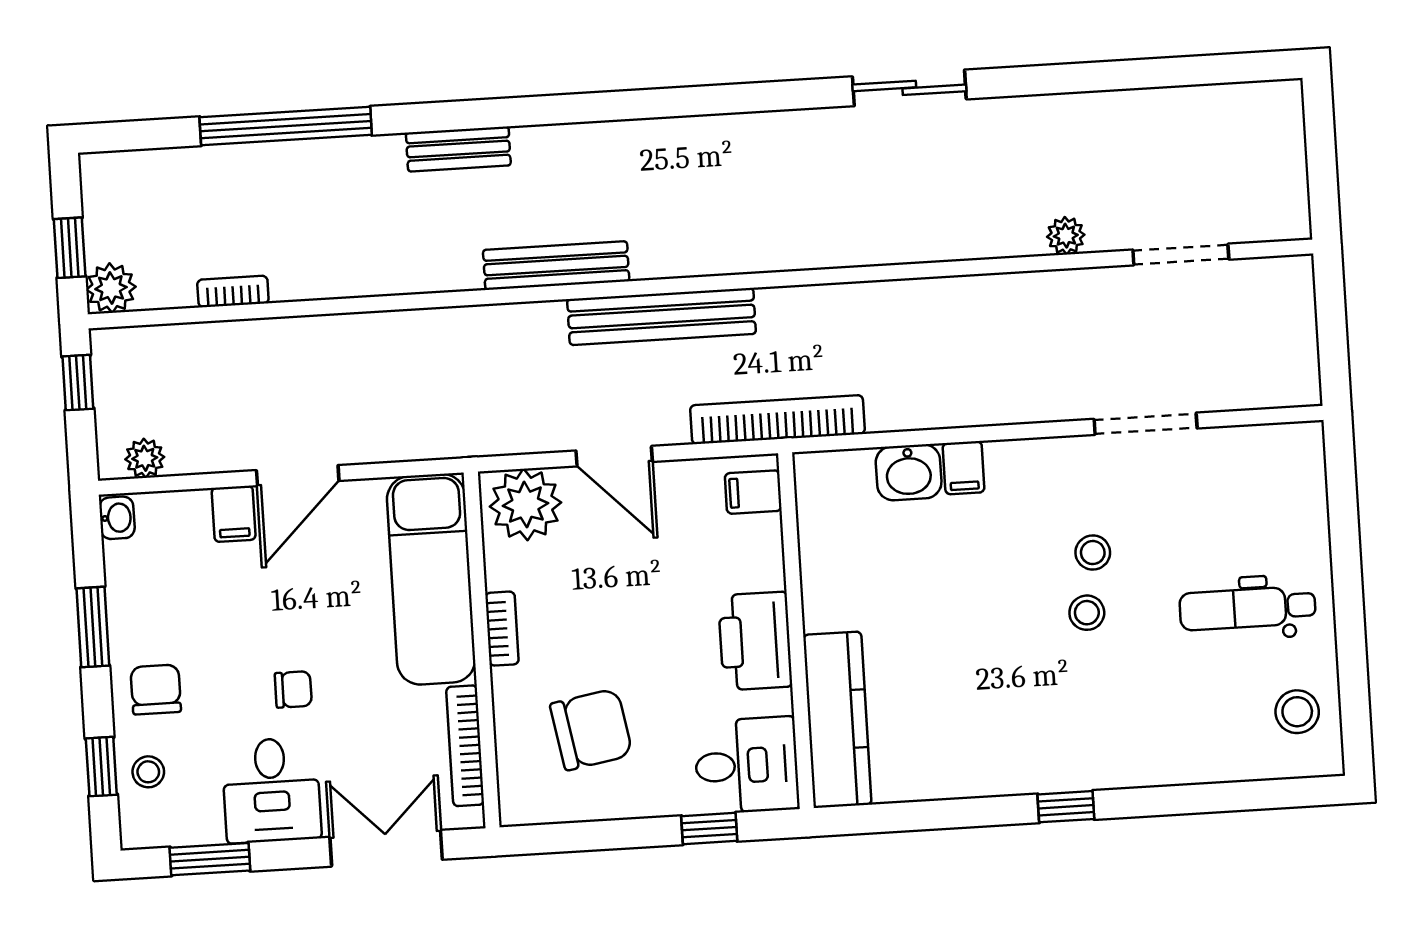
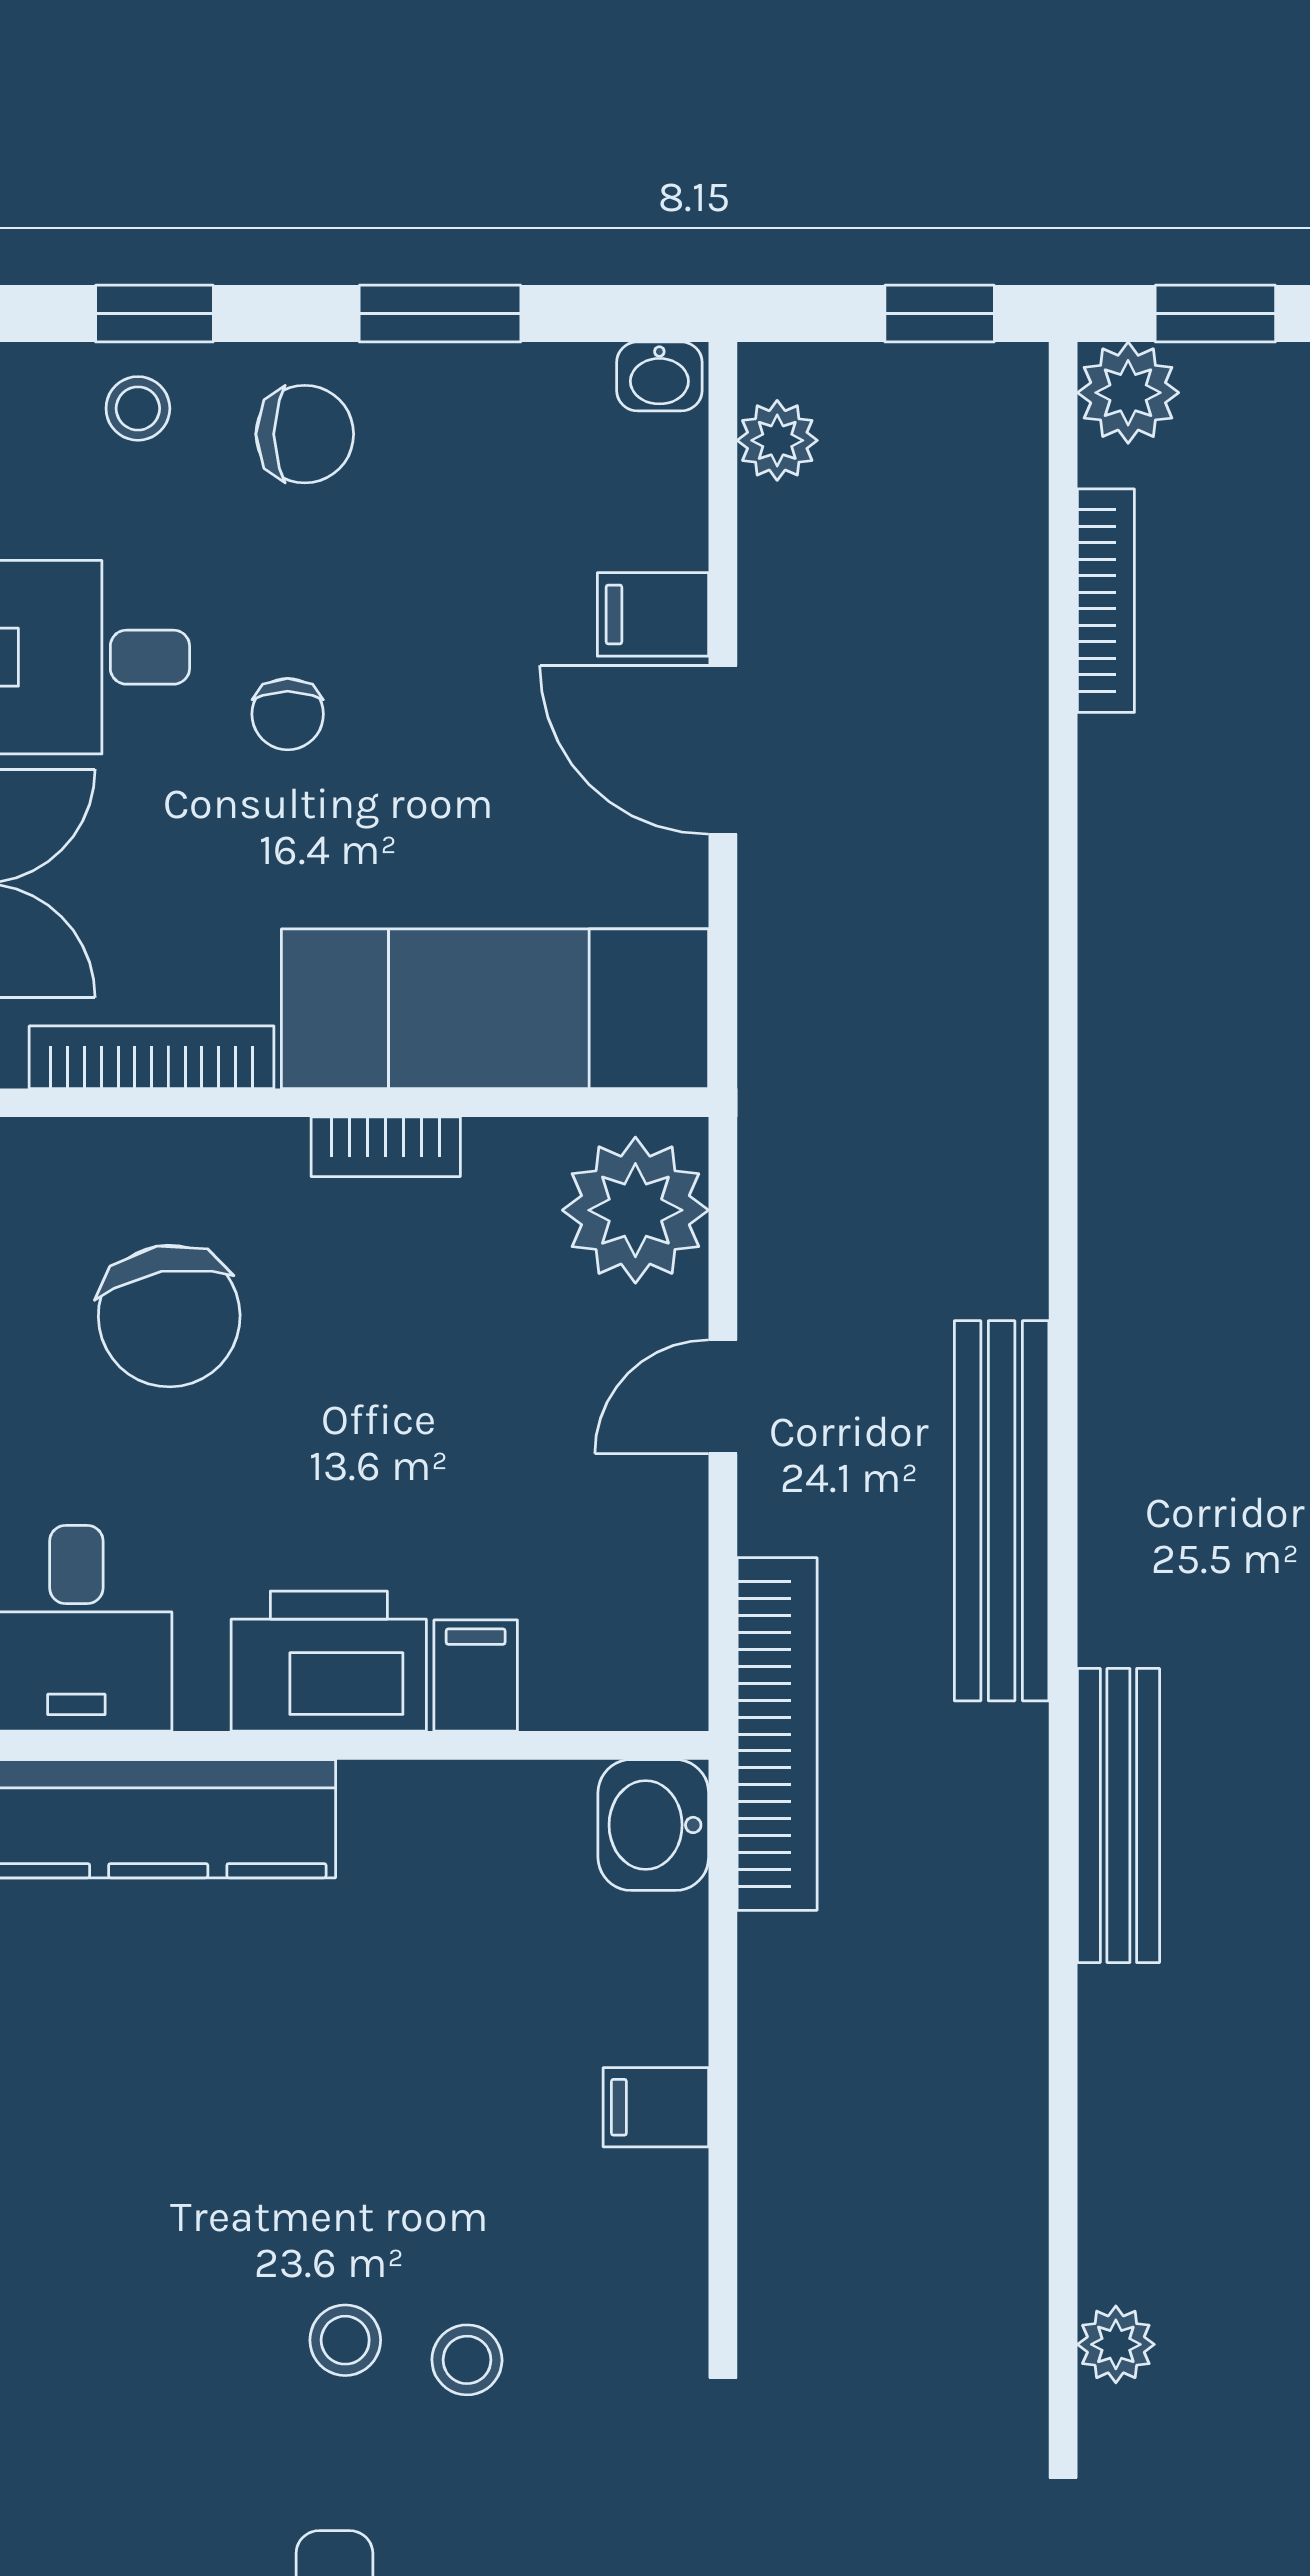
bench: (556, 266) -> (1118, 1815), moved
bookcase: (233, 291) -> (1106, 601), width x1.56
door: (614, 456) -> (723, 1397), width x0.73
washbasin: (909, 472) -> (653, 1825), moved
filing cabinet: (753, 492) -> (476, 1676), moved

